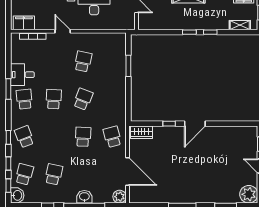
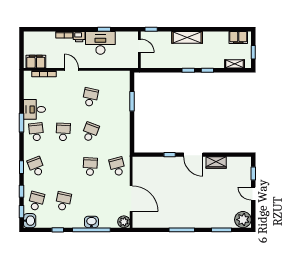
door: (195, 124) -> (193, 155), hinge flipped
wardrobe: (142, 132) -> (216, 163), moved

